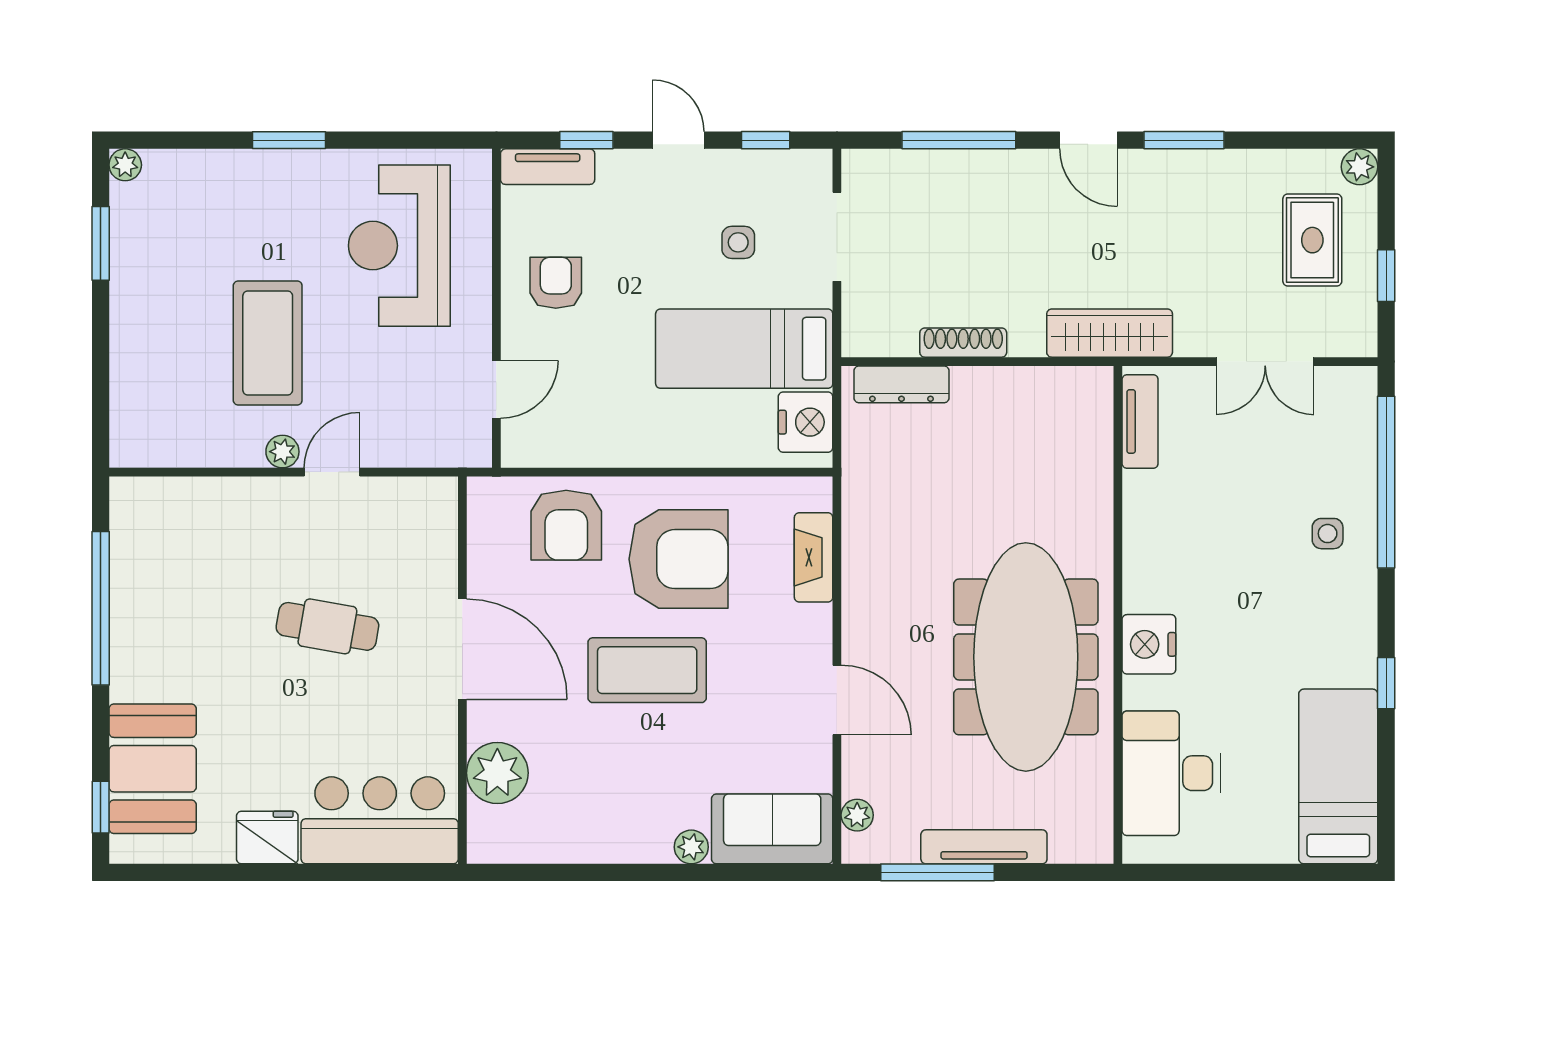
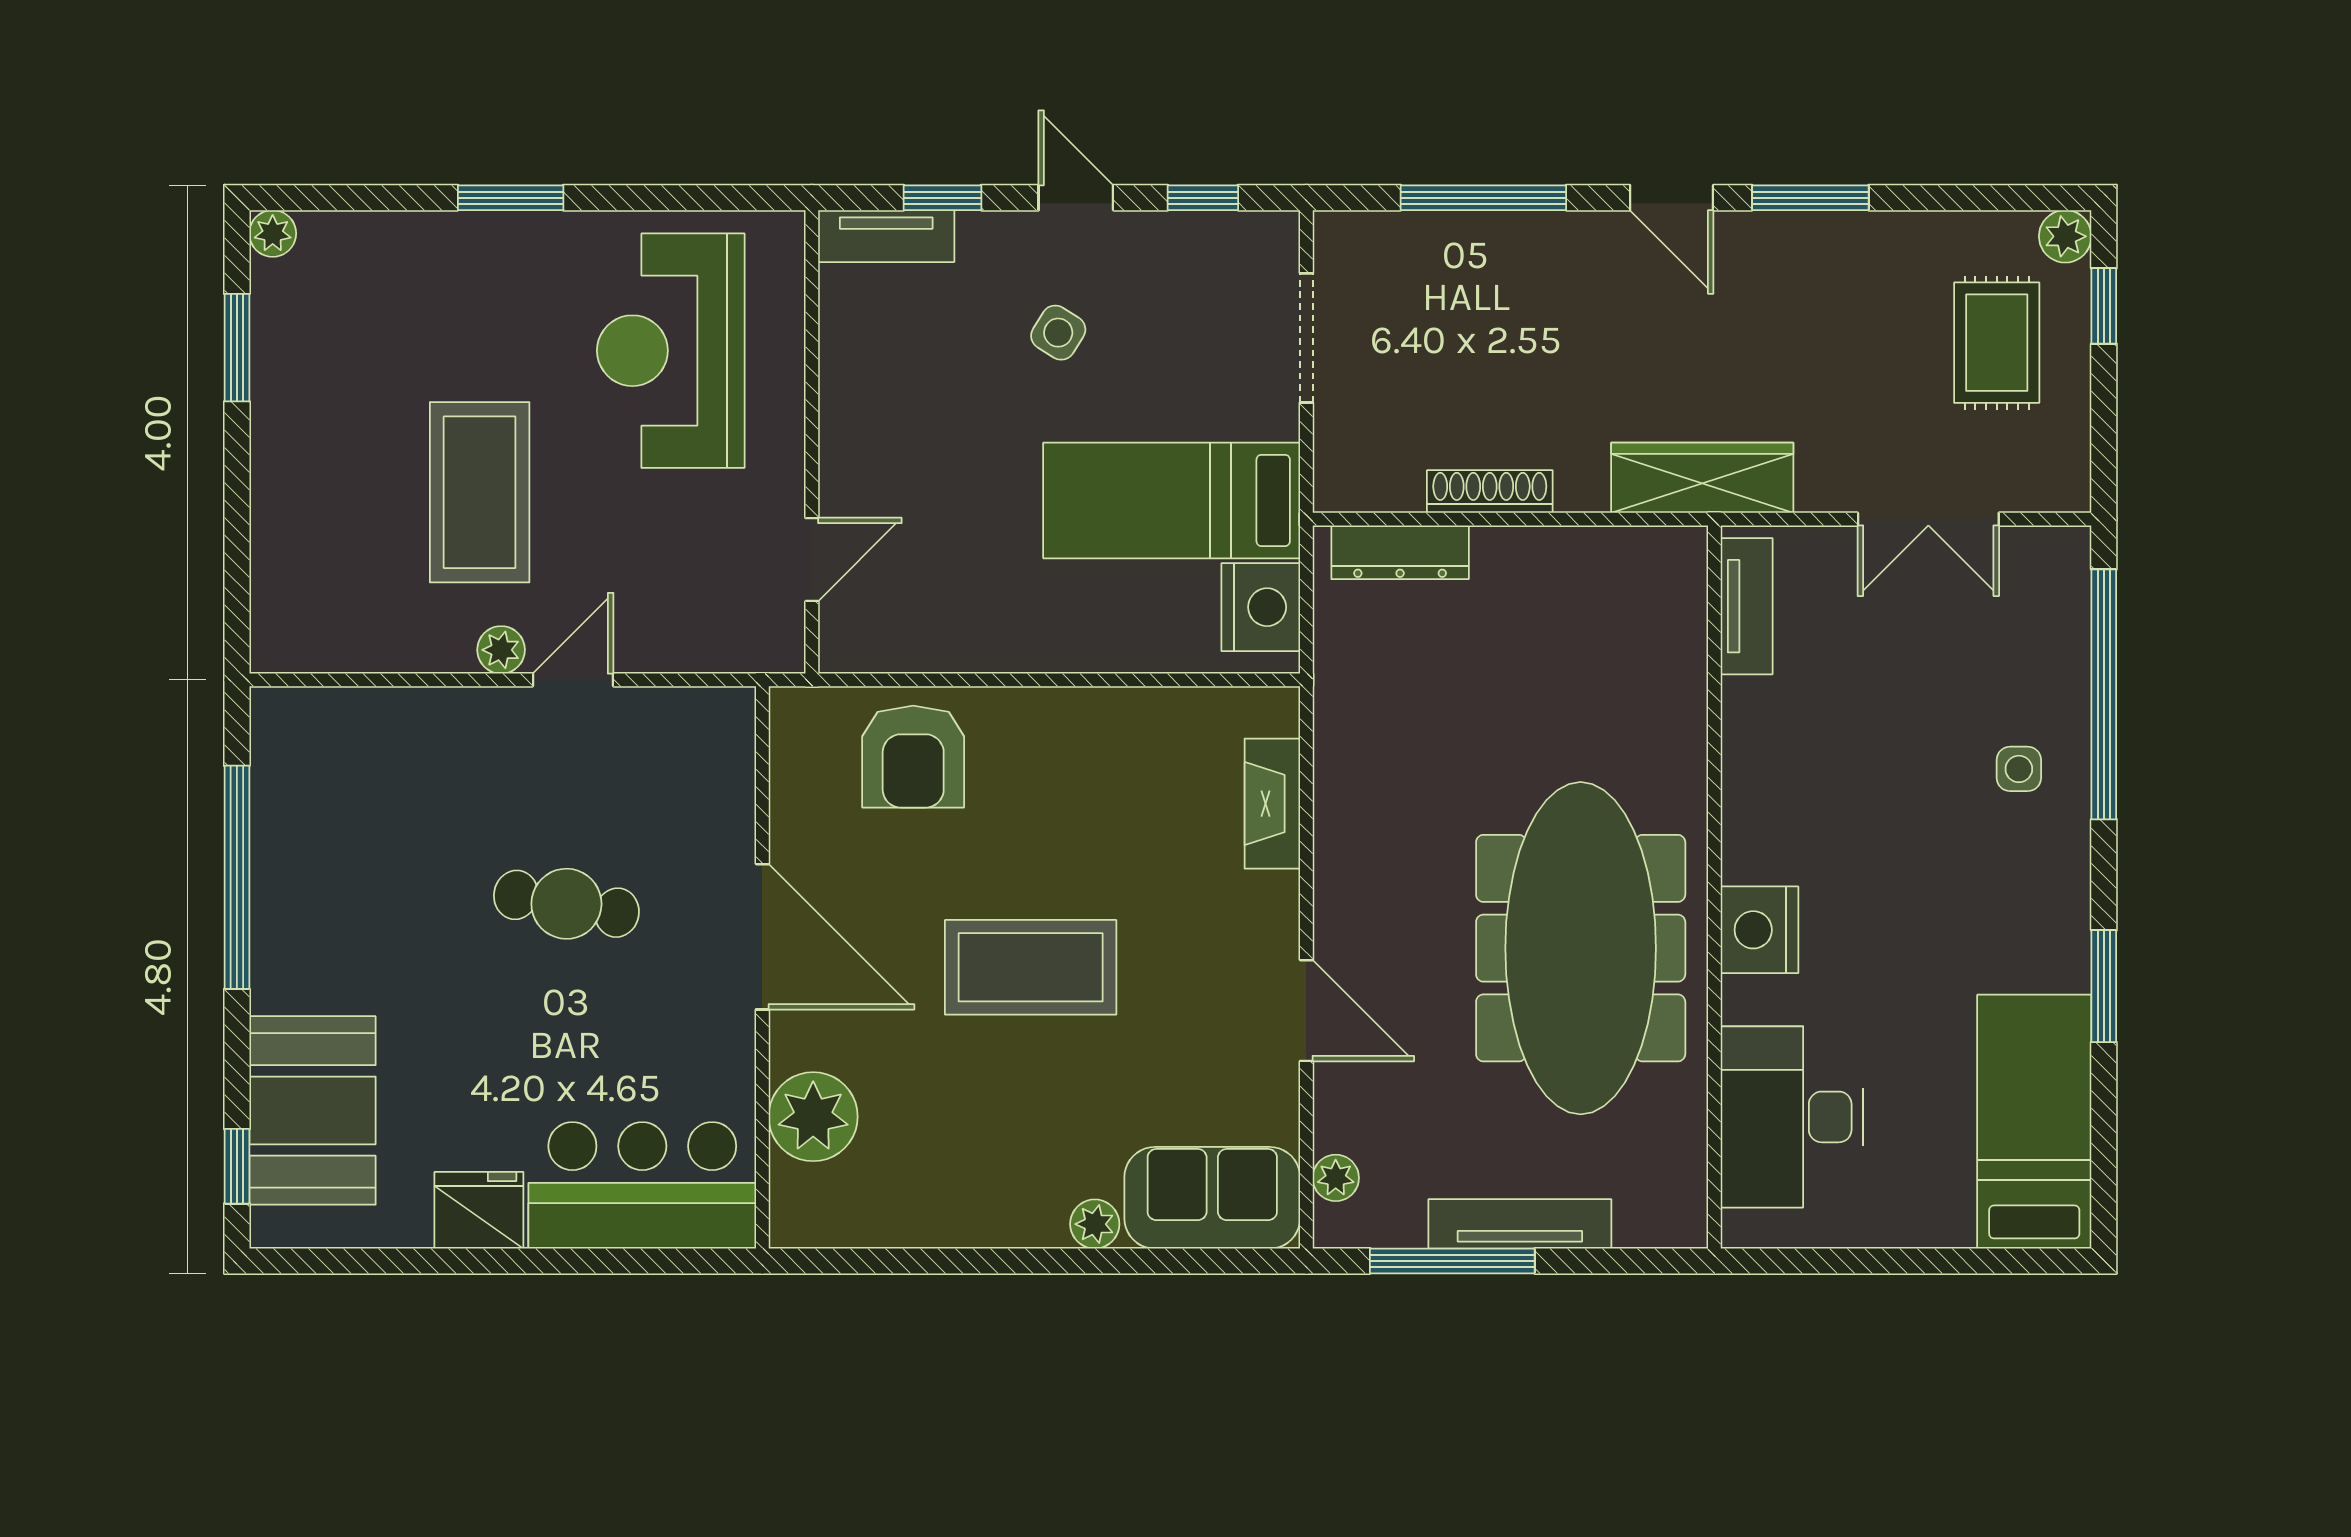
side table: (738, 242) -> (1058, 333), moved, turned 32
window: (1386, 276) -> (2104, 306), moved
armchair: (556, 283) -> (898, 405), removed
armchair: (679, 559) -> (1076, 806), removed
window: (1386, 683) -> (2104, 986), width x1.50

